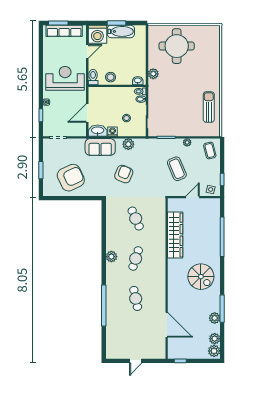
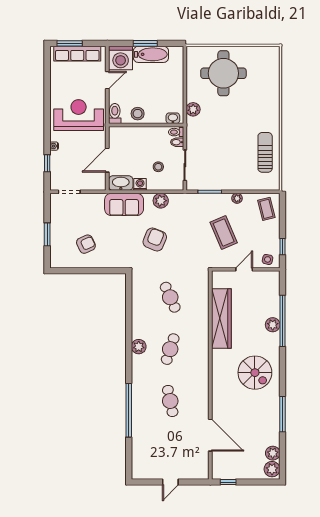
armchair: (71, 178) -> (86, 244), width x0.53, depth x0.53
plant: (215, 318) -> (273, 325), moved

